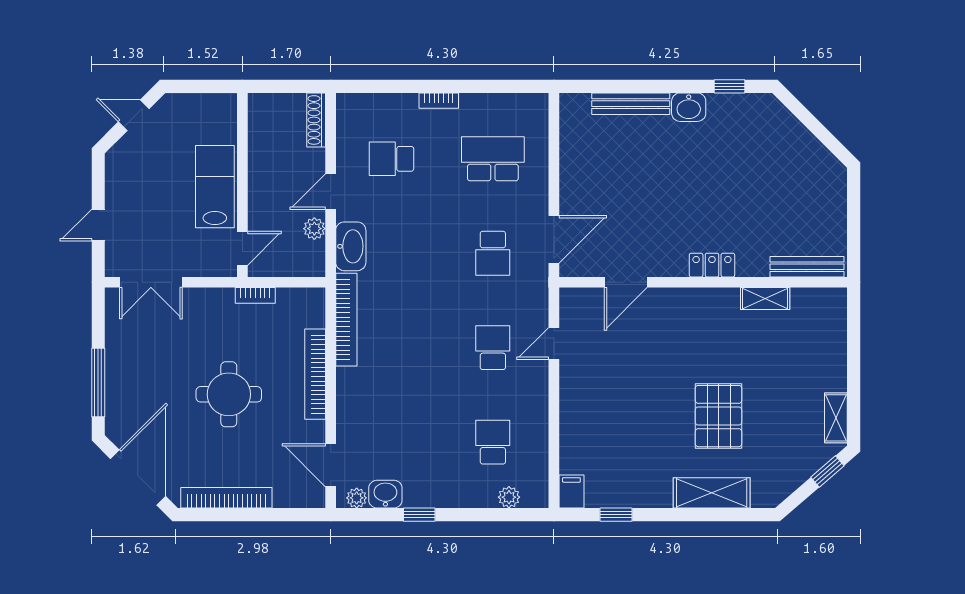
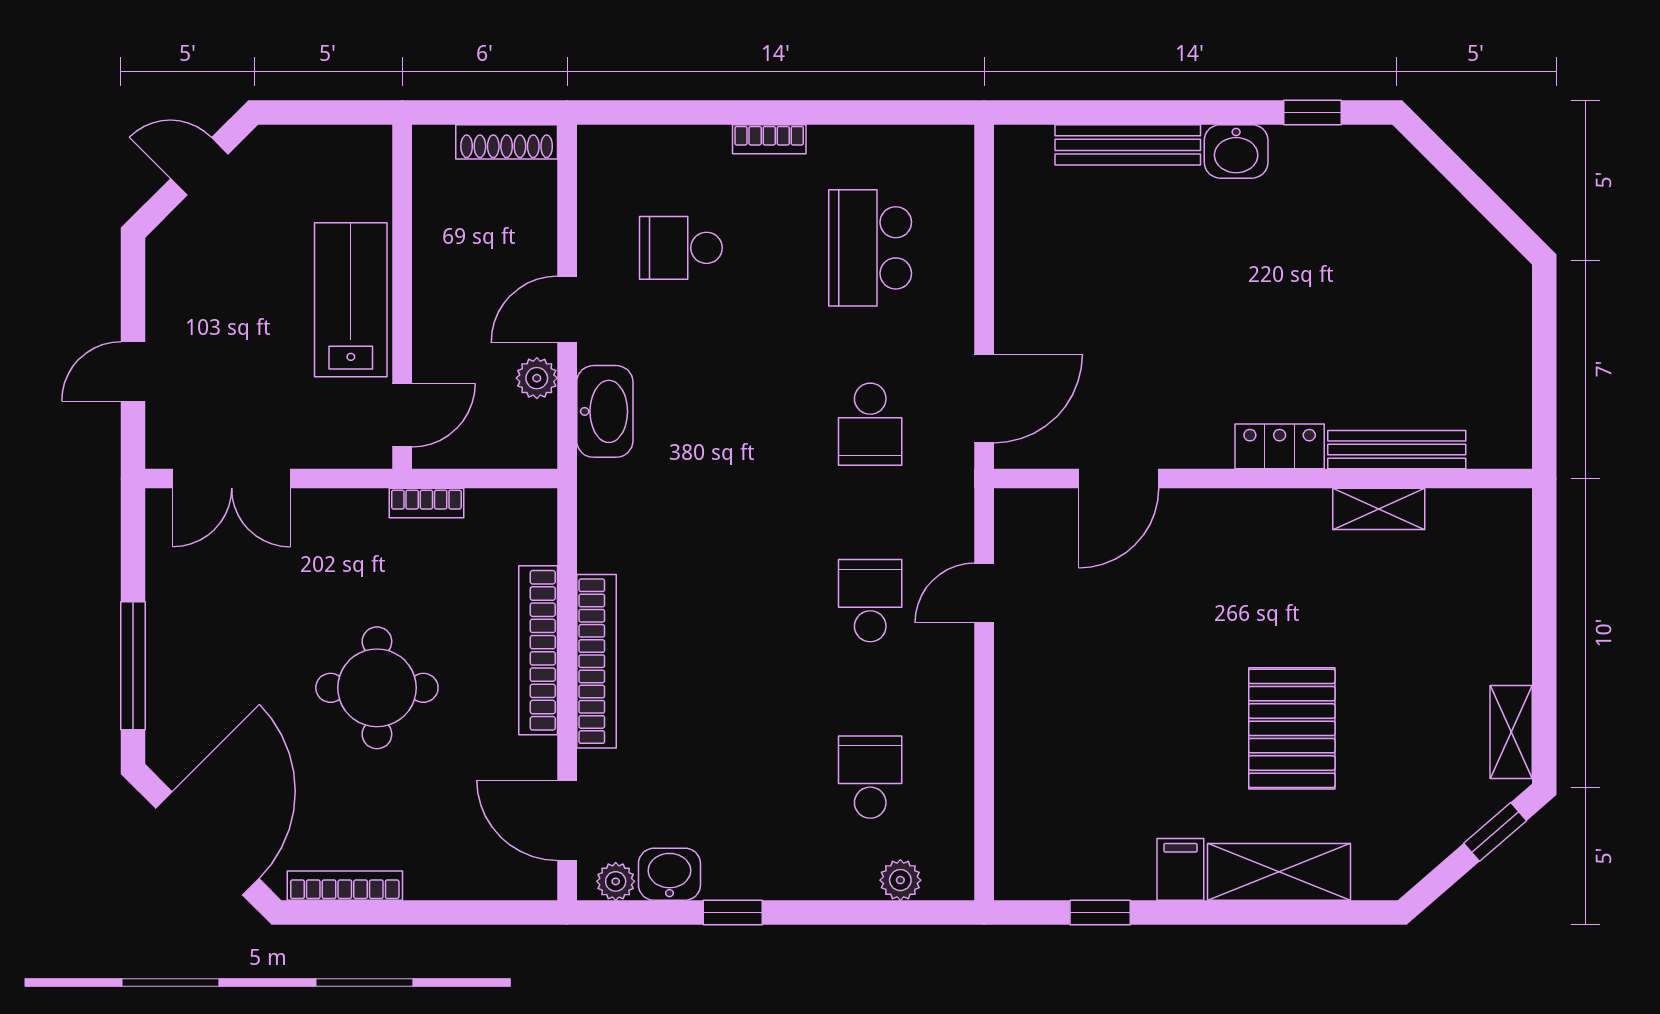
shoe rack: (316, 120) -> (507, 142), moved, turned -90
school desk: (493, 159) -> (870, 248), turned -90
bench: (807, 267) -> (1397, 450), moved
bookcase: (346, 320) -> (596, 661), moved
filing cabinet: (571, 492) -> (1180, 869), moved
bookcase: (226, 498) -> (345, 886), width x0.68, depth x0.76

